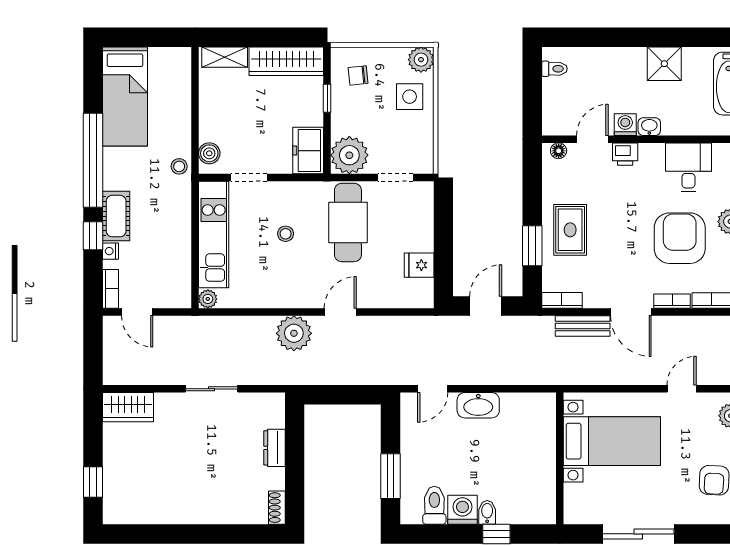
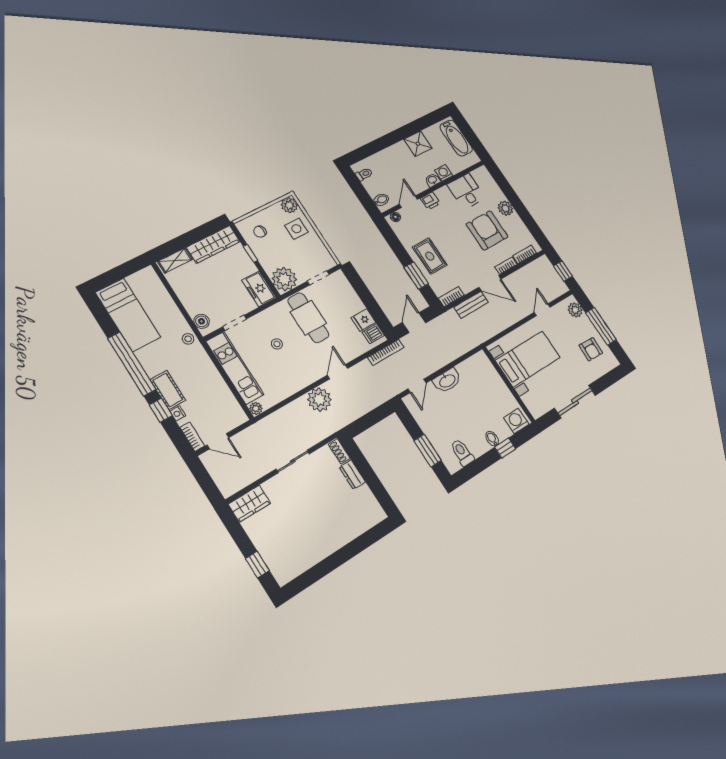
bidet: (554, 117) -> (381, 200), added
washing machine: (625, 125) -> (444, 173), moved
dishwasher: (420, 290) -> (373, 334), added
bookcase: (420, 323) -> (386, 352), added
shoe rack: (277, 508) -> (339, 451), moved
washing machine: (462, 510) -> (516, 421), moved

